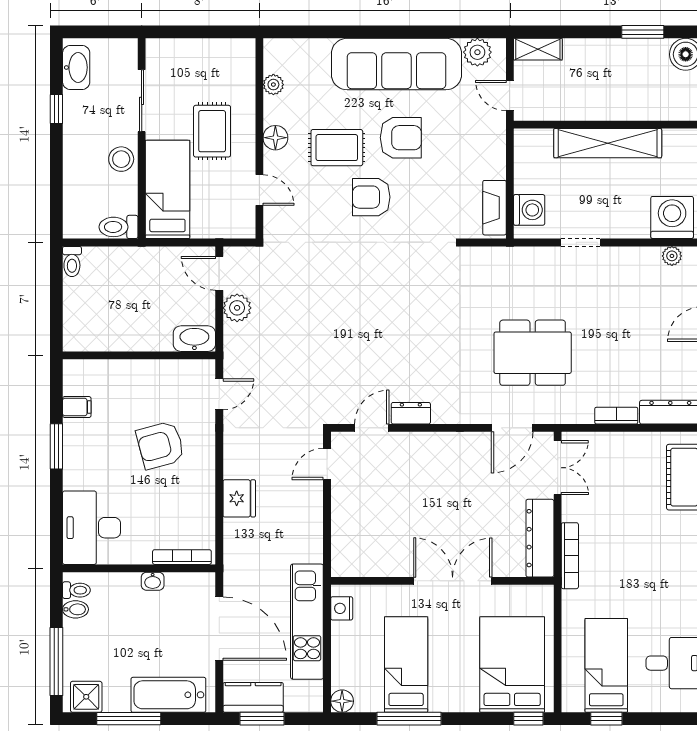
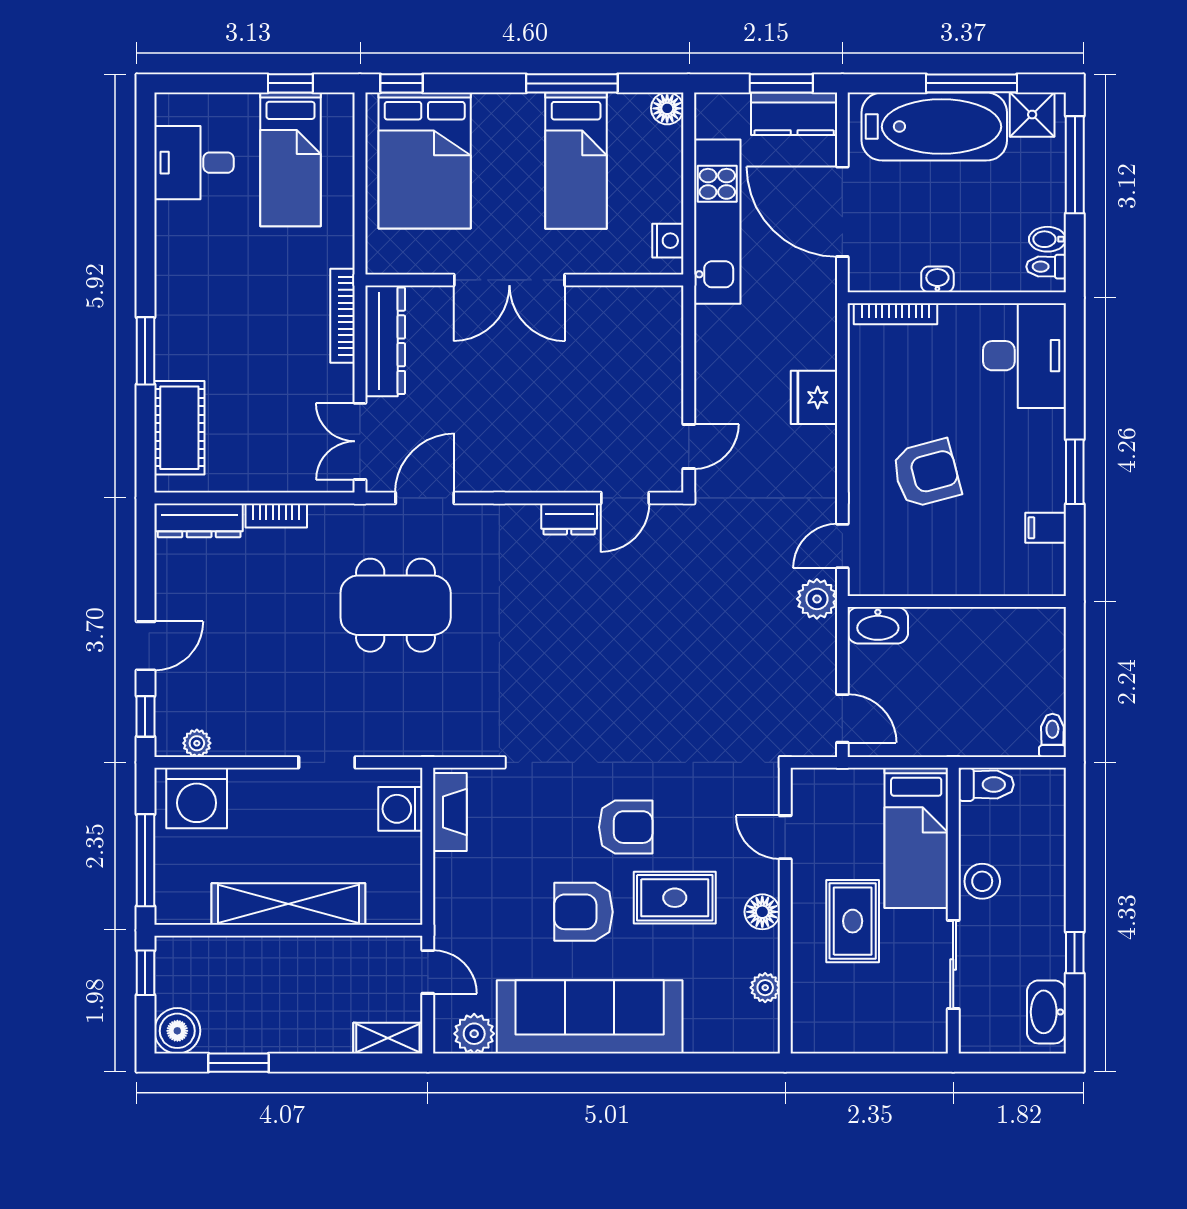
plant: (237, 308) -> (817, 599), moved
bathtub: (168, 695) -> (934, 127), width x1.36, depth x1.36

